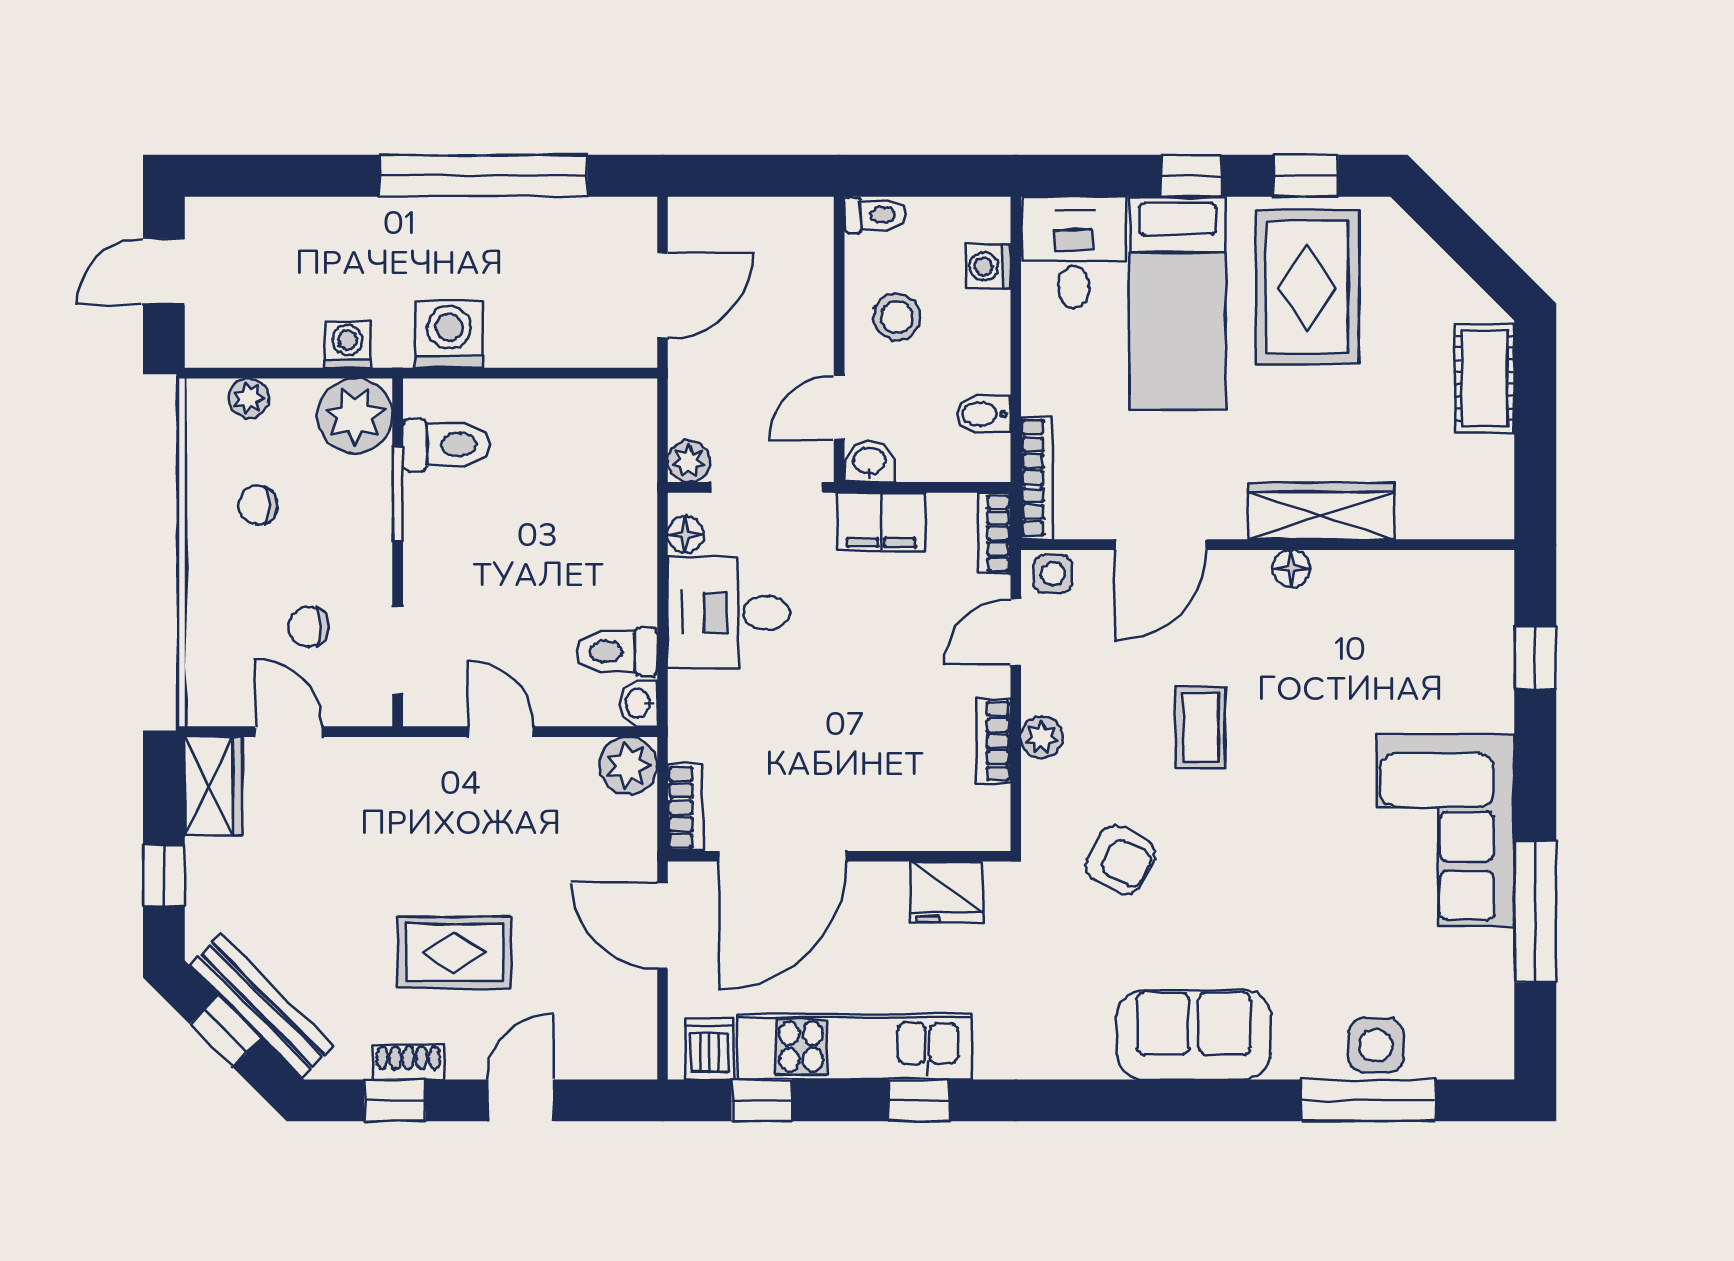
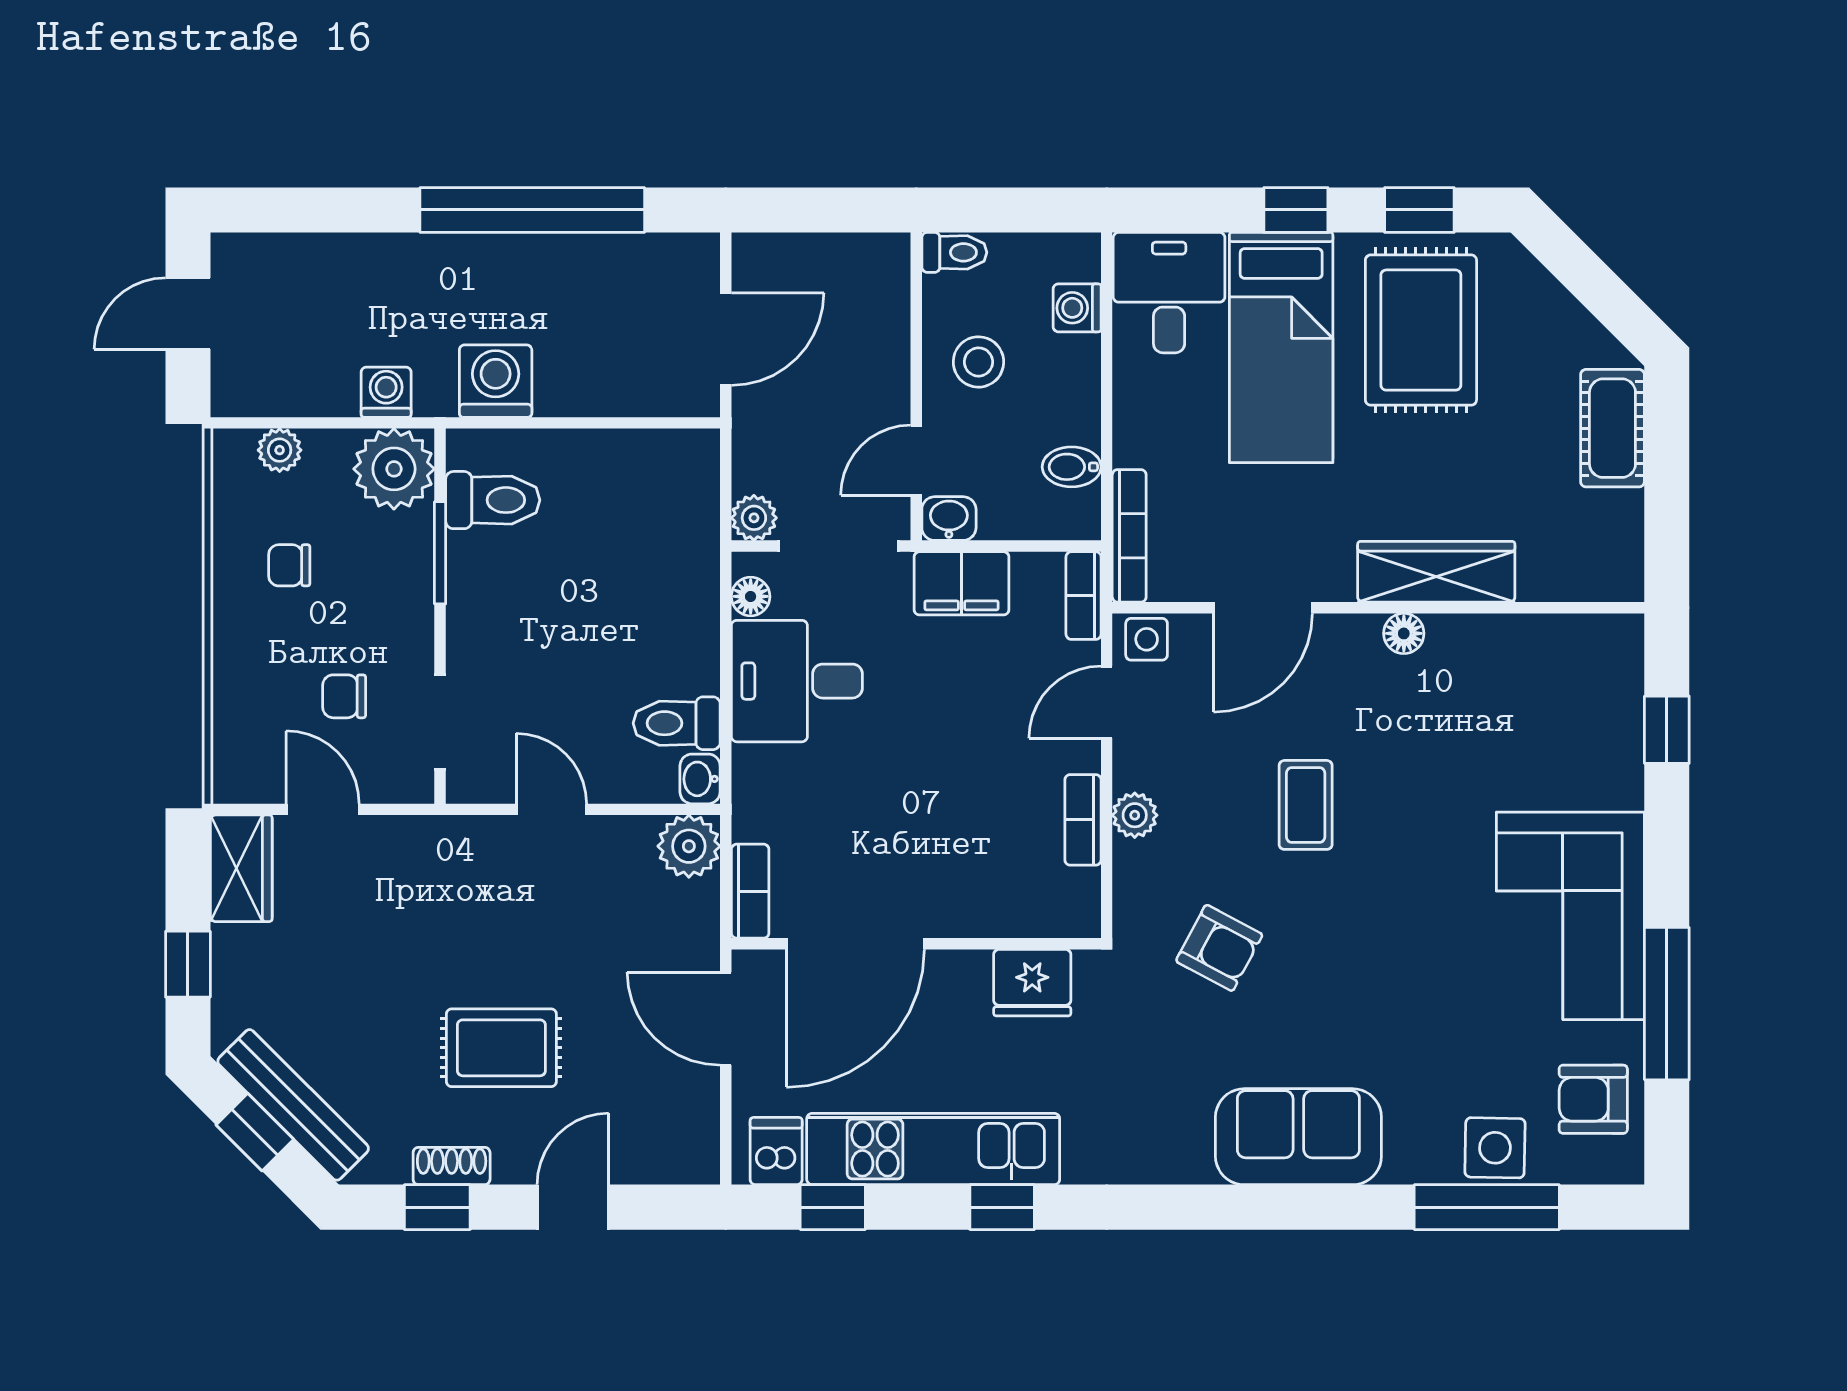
armchair: (1467, 1000) -> (1593, 1099), added

